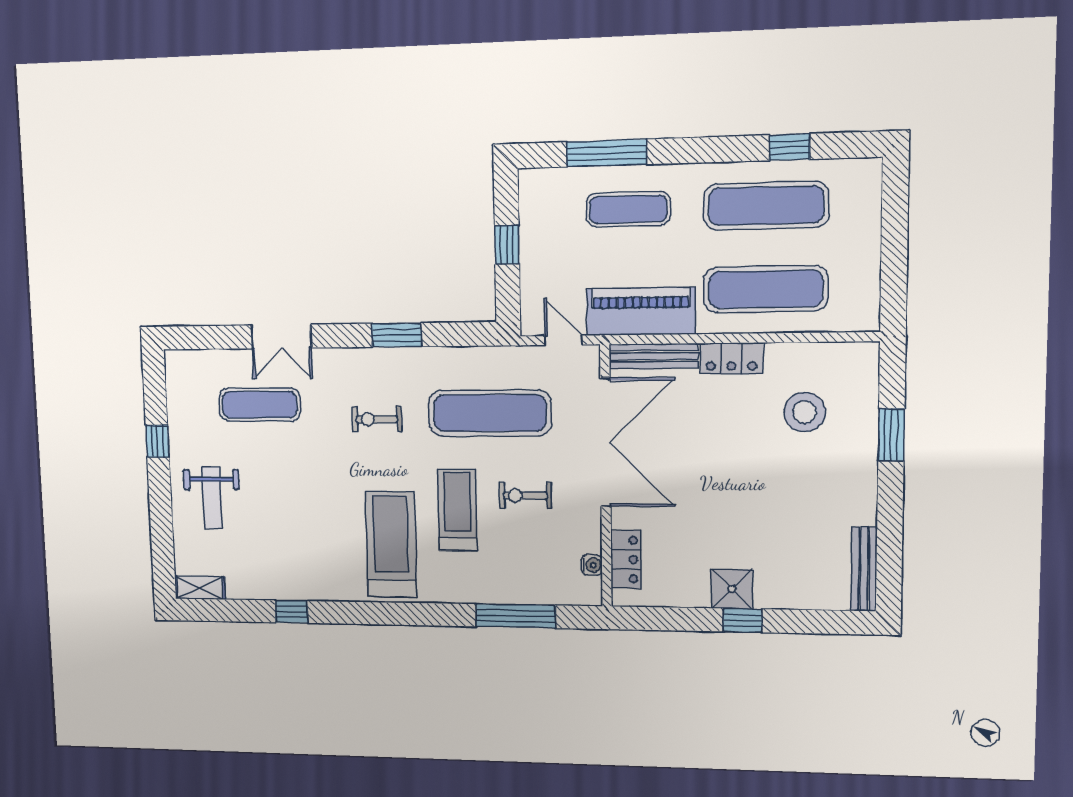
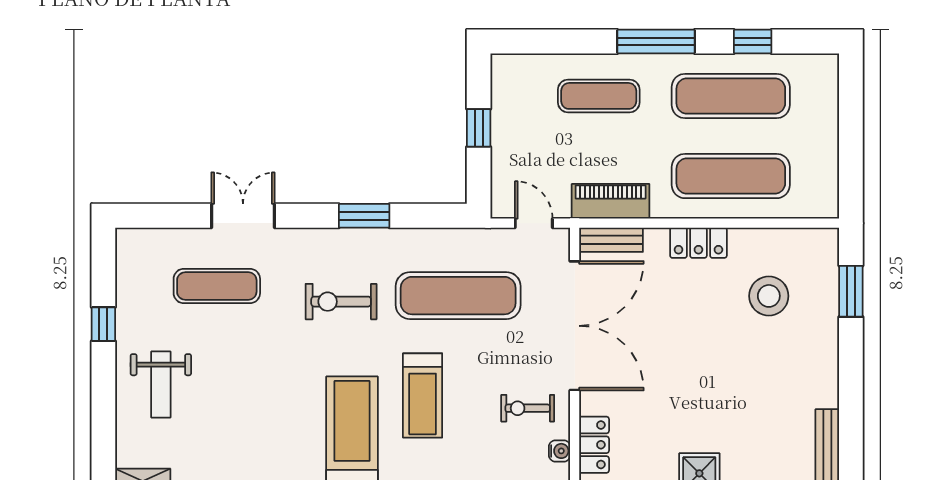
window: (607, 153) -> (656, 41), moved
piano: (641, 311) -> (611, 201), width x0.73, depth x0.75
double door: (281, 337) -> (243, 216), swing flipped
bench: (653, 356) -> (611, 240), width x0.73
exercise bike: (377, 419) -> (341, 302), width x1.38, depth x1.39
window: (891, 435) -> (851, 291), moved
exercise bike: (525, 496) -> (528, 408), moved
treadmill: (457, 510) -> (423, 395), turned 180

